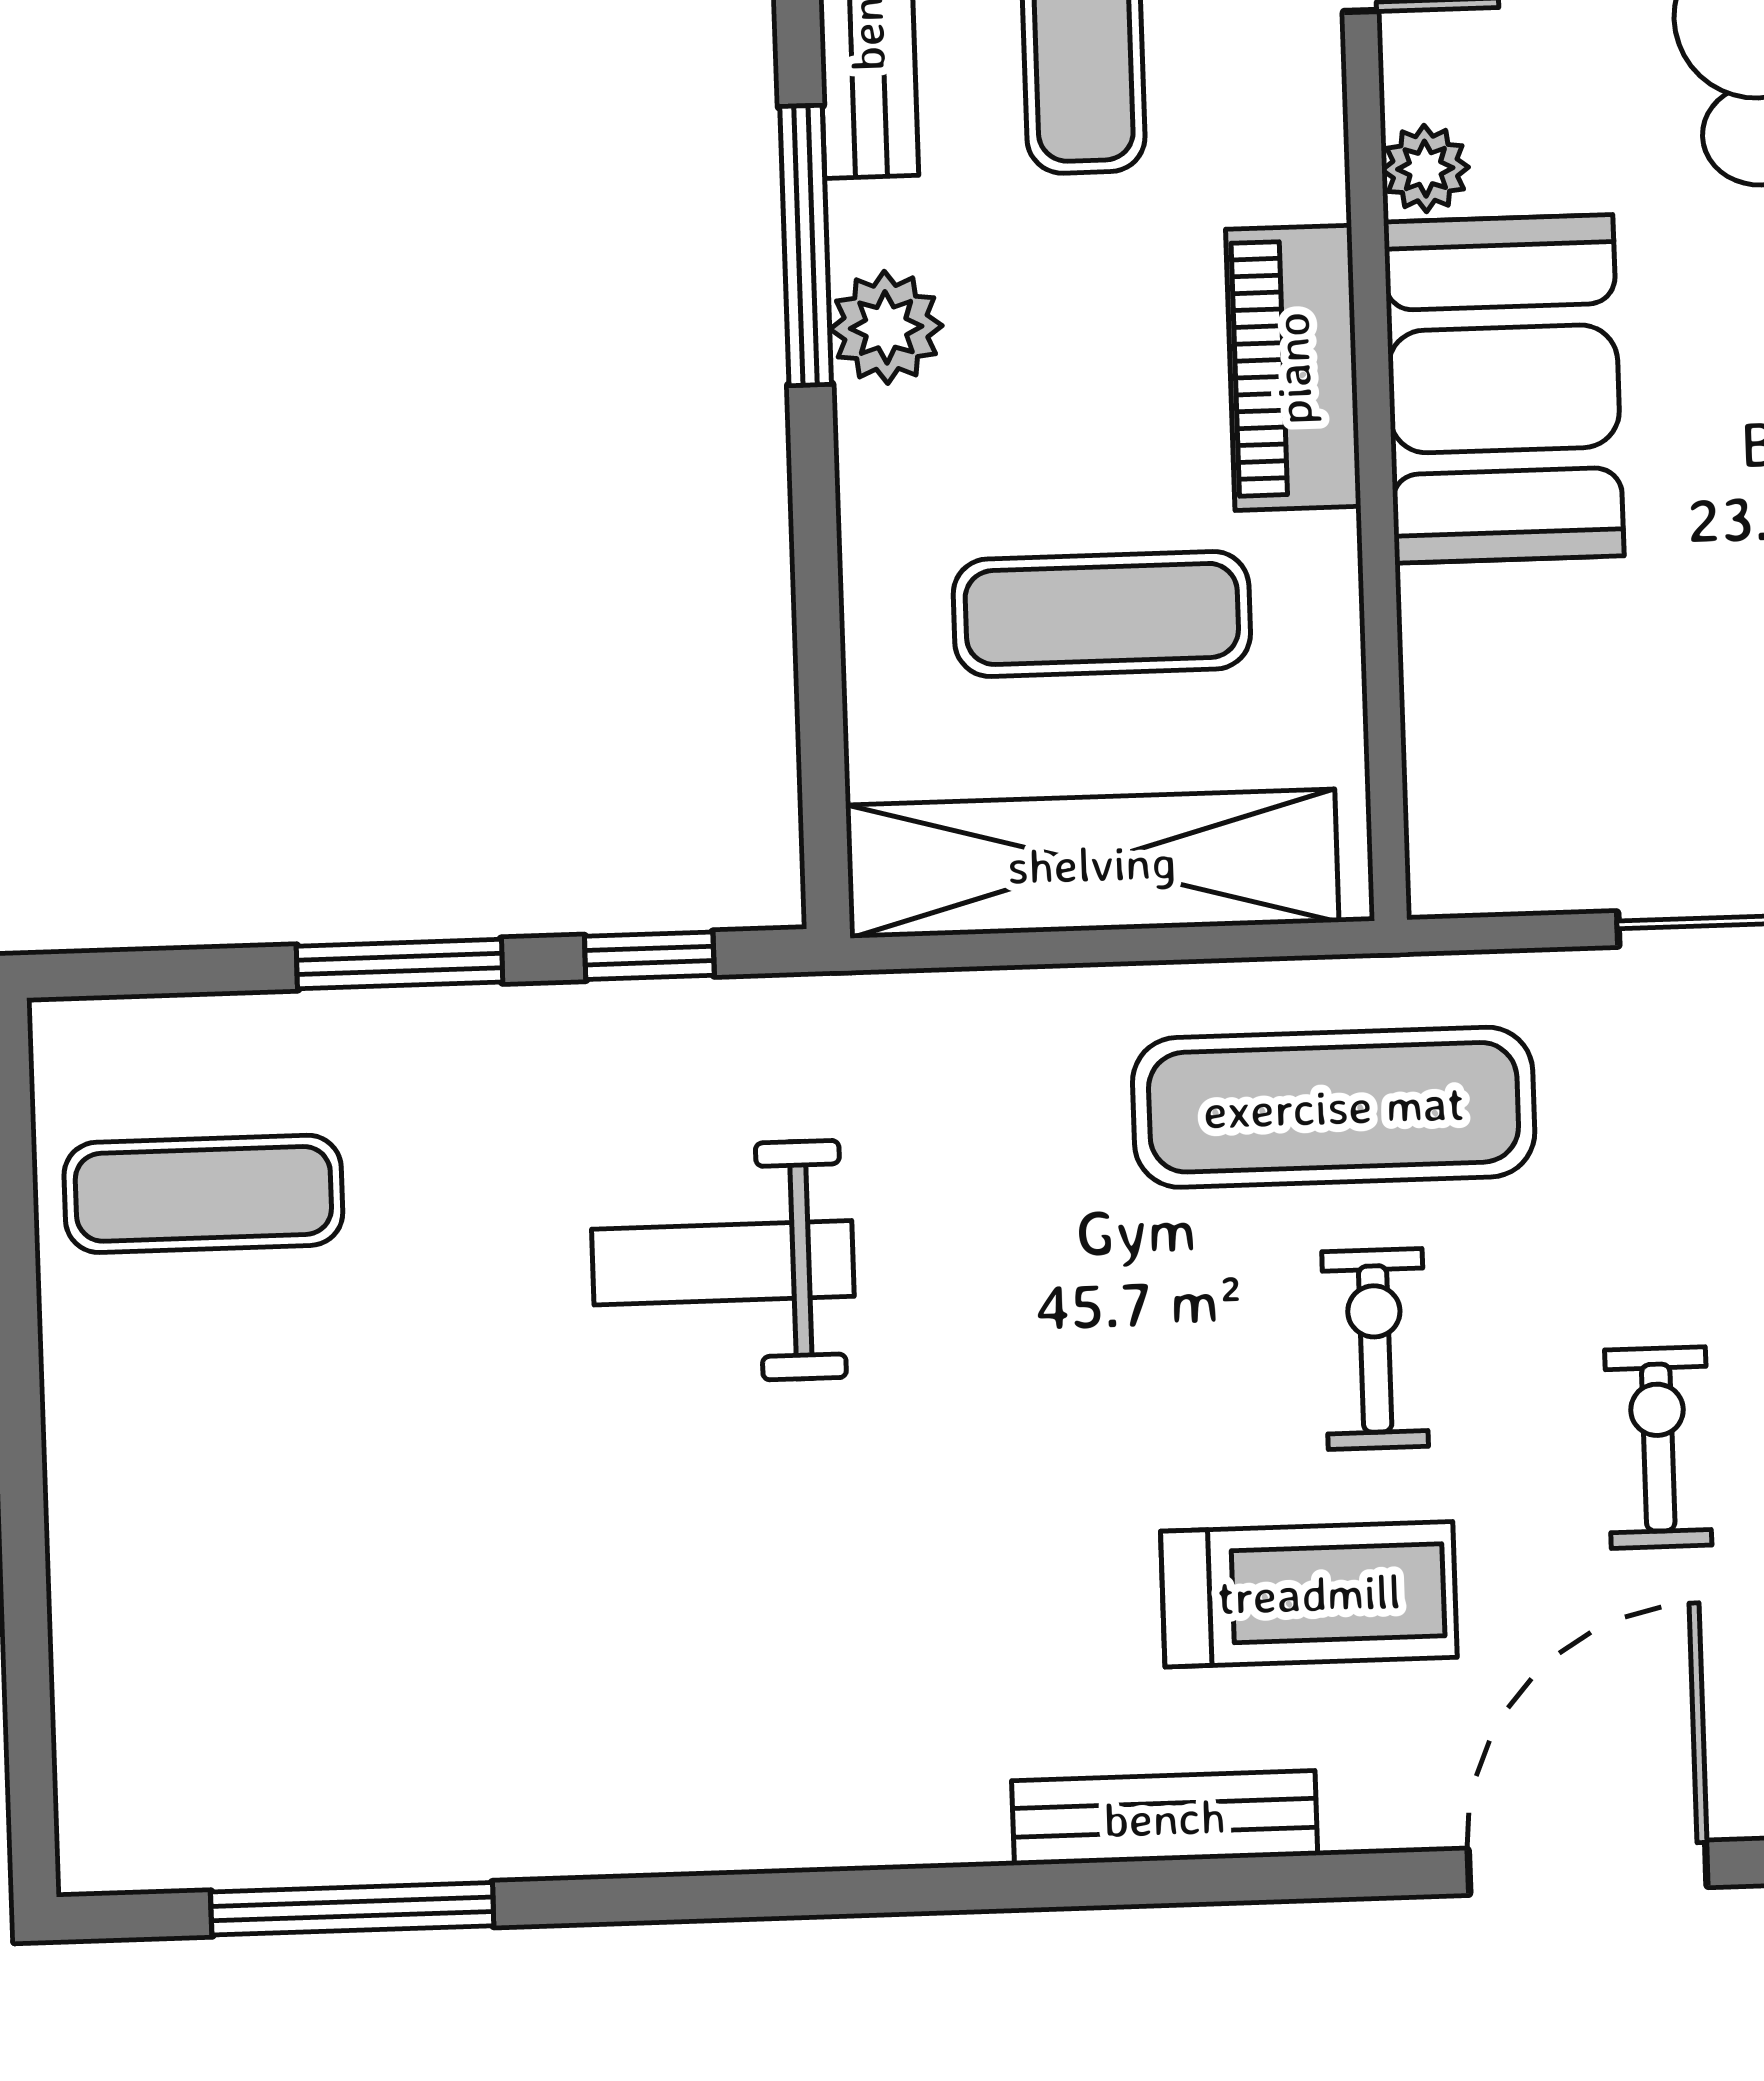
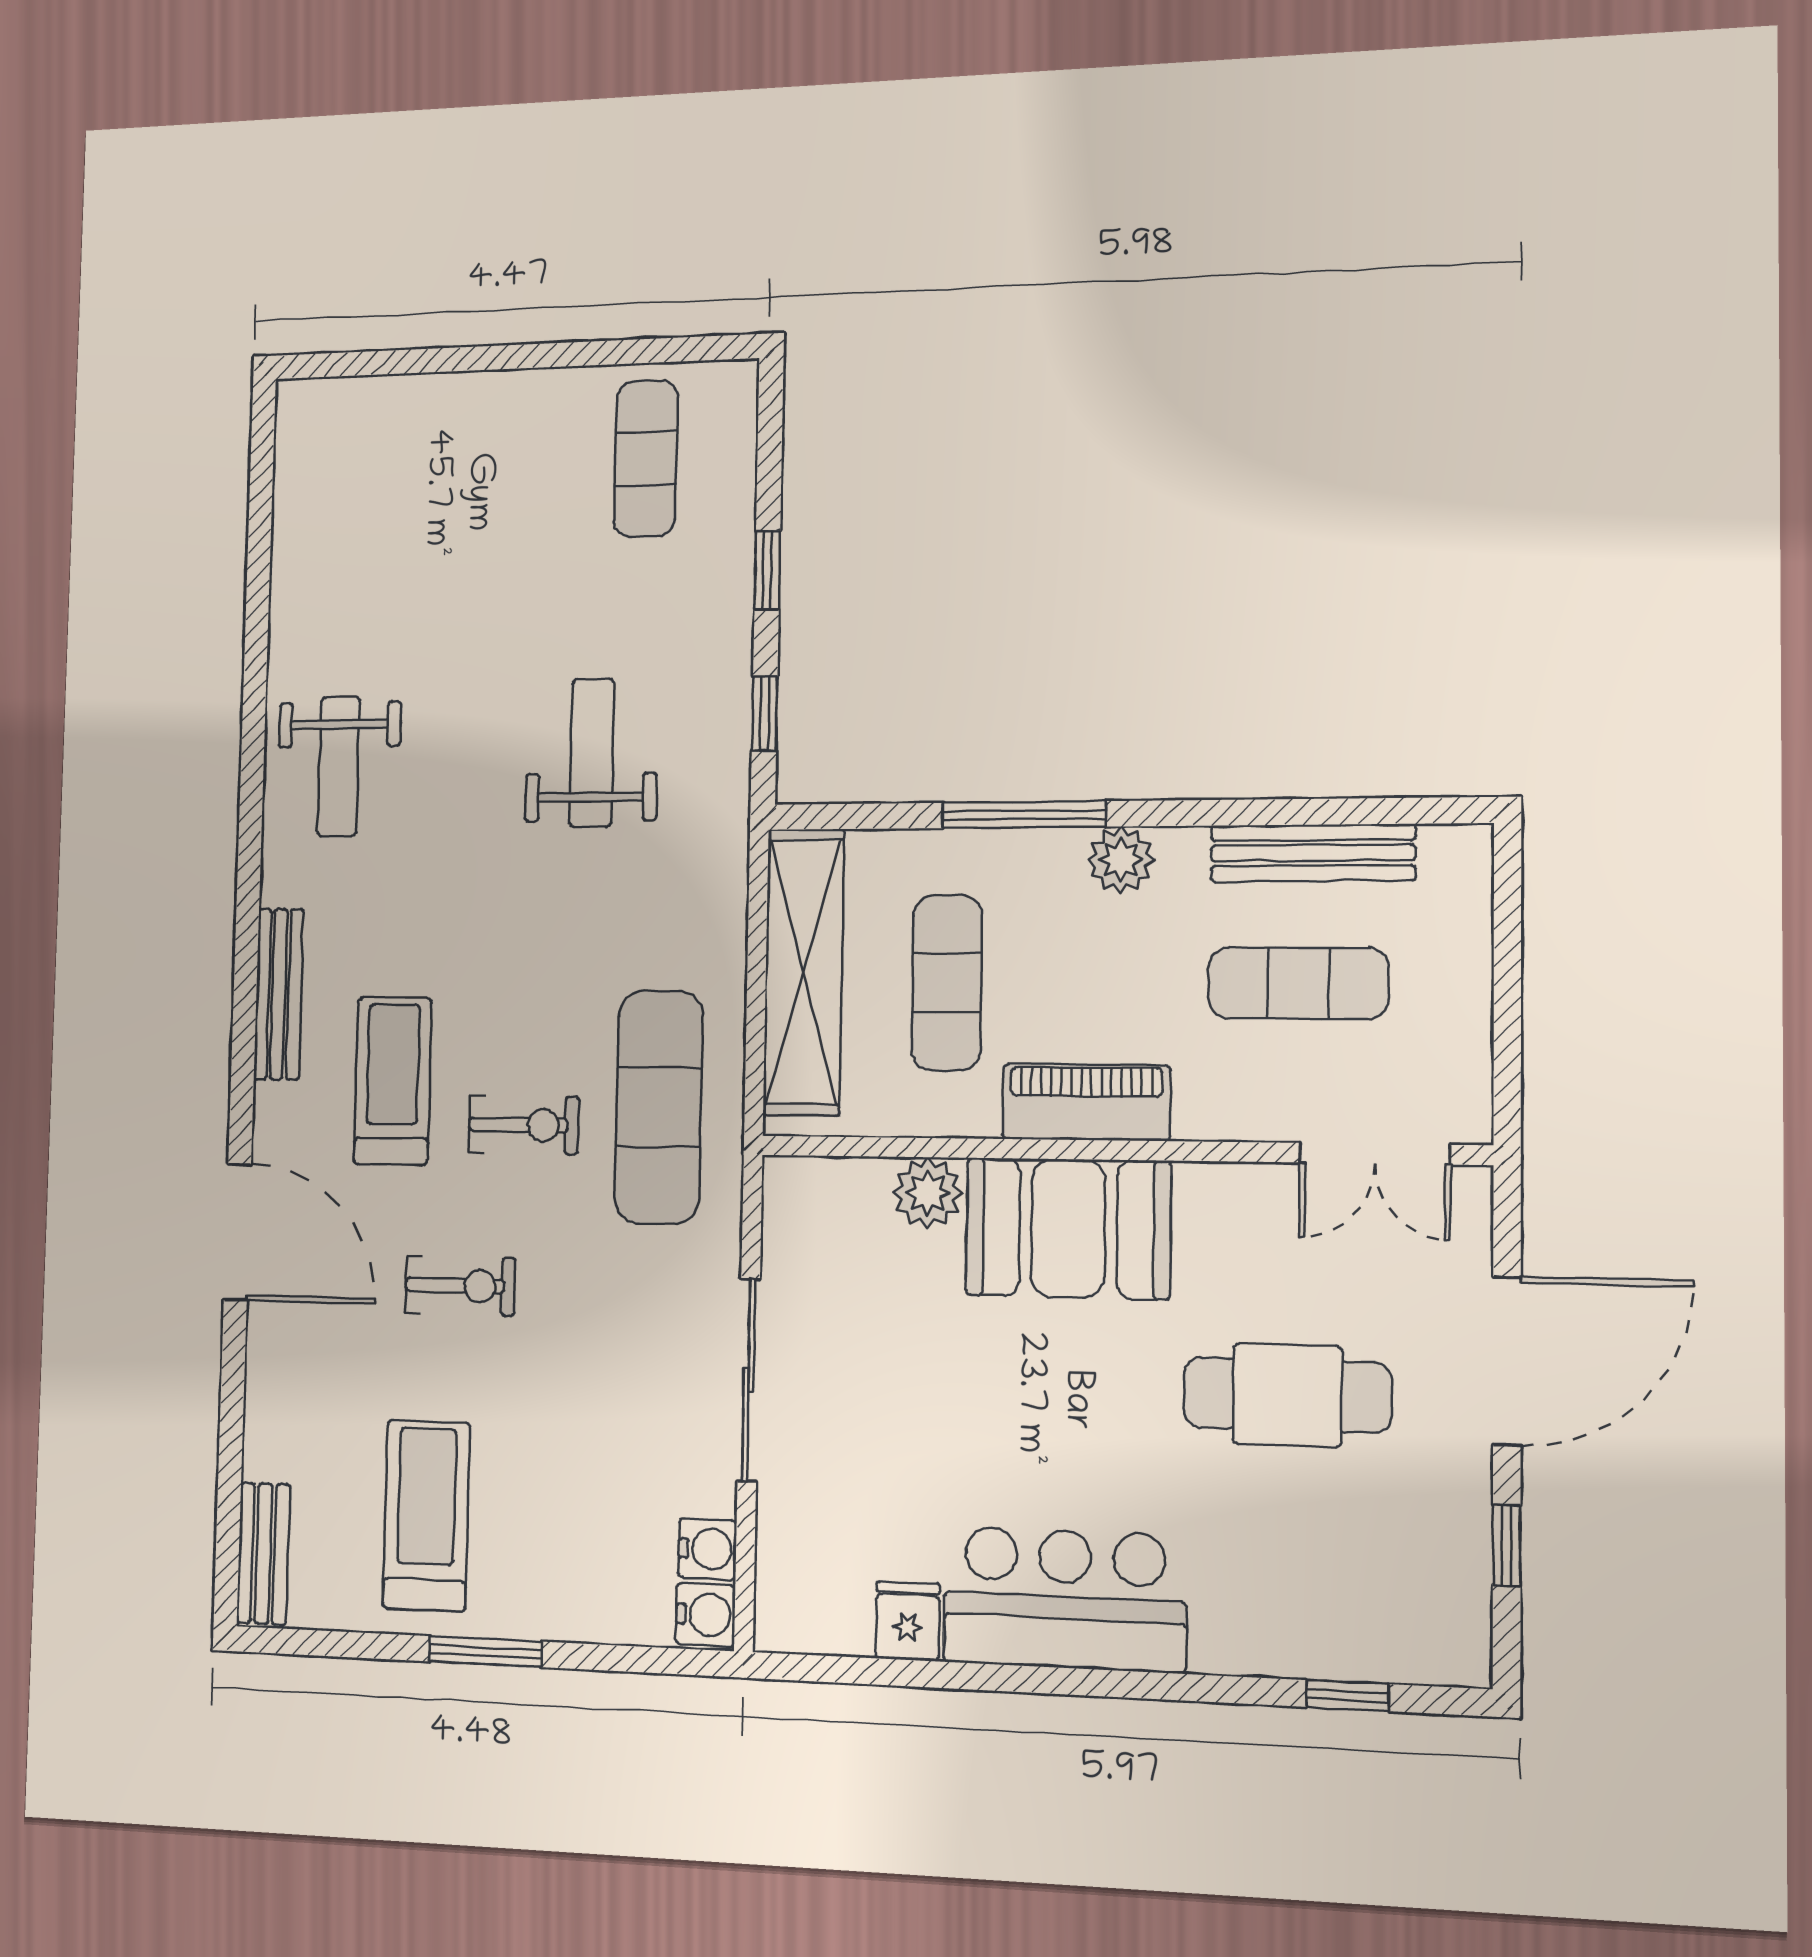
plant: (1425, 169) -> (928, 1193), moved, width x1.38, depth x1.38
window: (806, 245) -> (1024, 815), moved
window: (399, 964) -> (767, 570), width x0.67
treadmill: (1309, 1594) -> (393, 1081), turned 180
weight bench: (756, 1731) -> (339, 766), added
window: (352, 1909) -> (259, 541), removed

